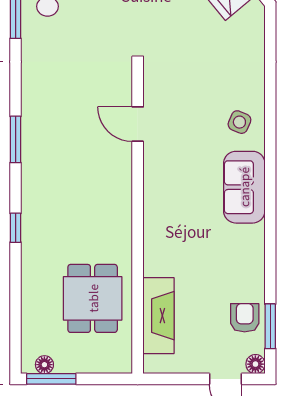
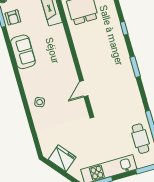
door: (138, 124) -> (84, 89), swing flipped
sofa: (244, 187) -> (23, 52), moved

